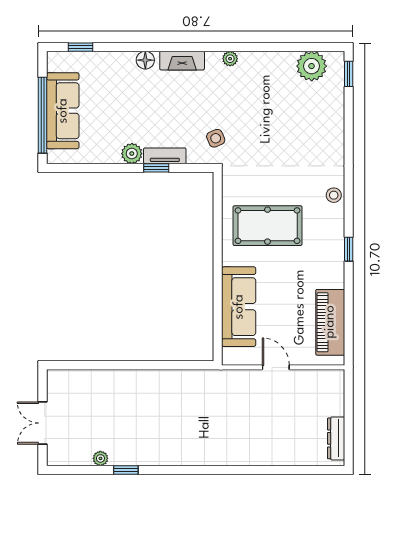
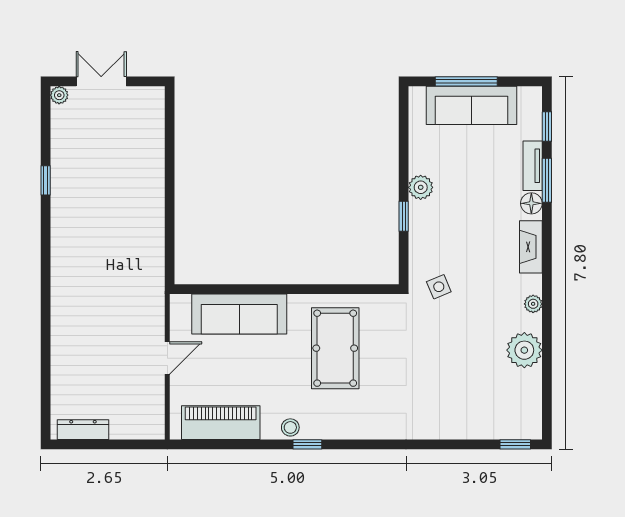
window: (126, 47) -> (547, 180), added
plant: (312, 66) -> (524, 350), moved
window: (42, 115) -> (466, 81), width x0.68
tv unit: (165, 156) -> (533, 166), moved, turned 180
stool: (334, 195) -> (290, 427), moved
plant: (100, 458) -> (59, 95), moved

